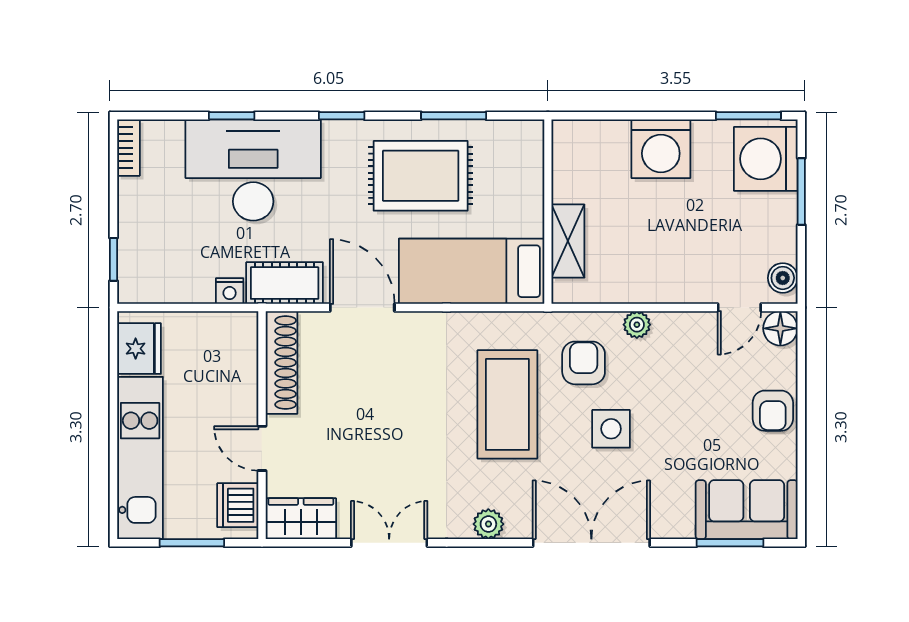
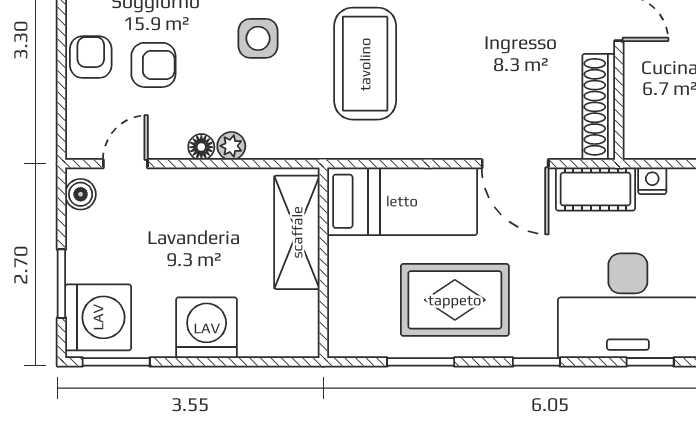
shelving: (568, 241) -> (297, 232), width x1.50, depth x1.33
floor lamp: (780, 328) -> (201, 147), moved, width x0.73, depth x0.73
armchair: (584, 363) -> (153, 65), moved, turned -90

